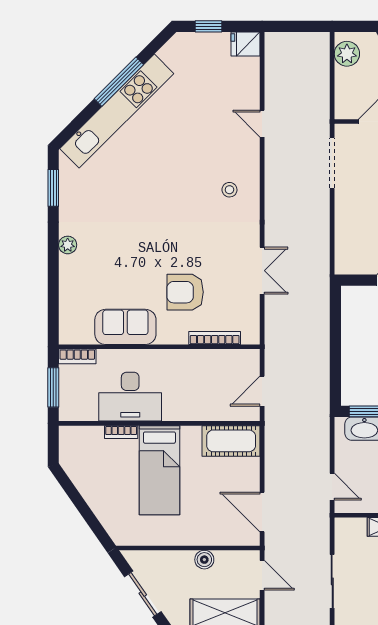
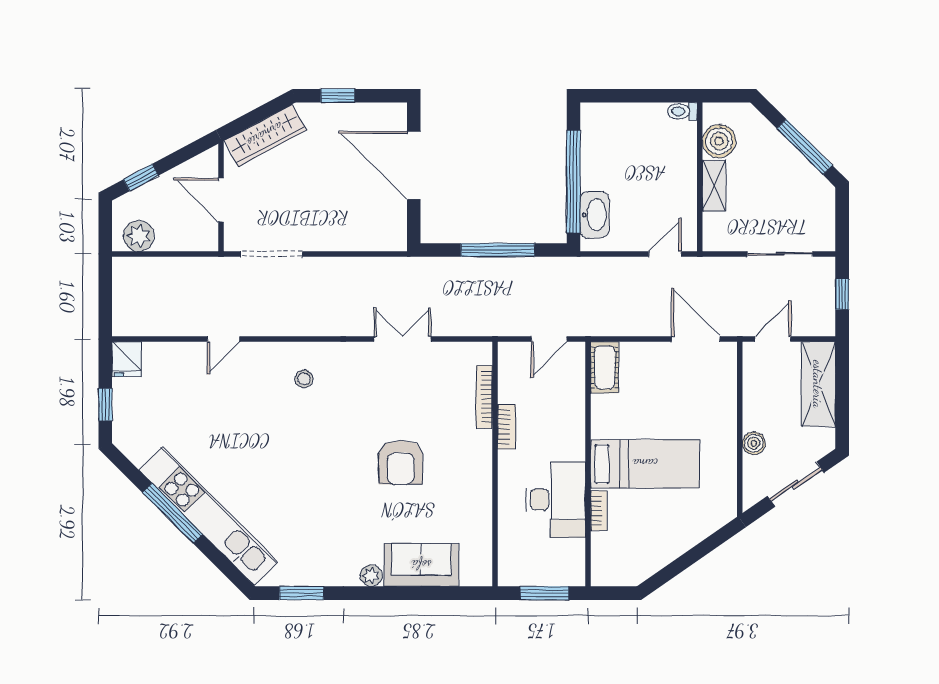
armchair: (185, 292) -> (401, 462), moved
sofa: (125, 327) -> (421, 565), moved, turned 90
window: (335, 349) -> (498, 250), added
bookcase: (77, 356) -> (507, 427), moved
door: (262, 391) -> (549, 339), hinge flipped
cot: (231, 441) -> (605, 367), width x0.73, depth x0.75
door: (262, 512) -> (696, 339), swing flipped
boiler: (204, 560) -> (754, 443), moved

